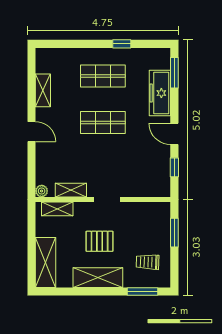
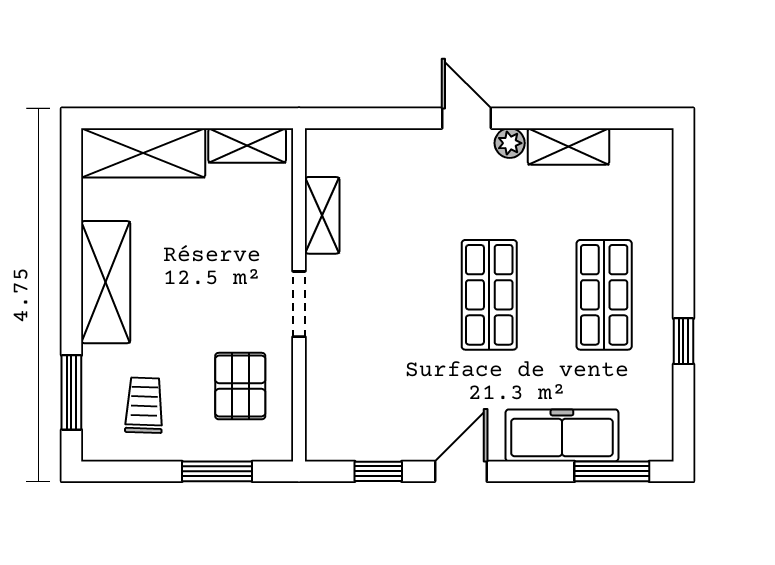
door: (32, 132) -> (467, 118), swing flipped
plant: (42, 191) -> (510, 143), moved
shelving: (57, 209) -> (247, 146), moved, turned 90
pallet: (100, 241) -> (240, 386), moved

